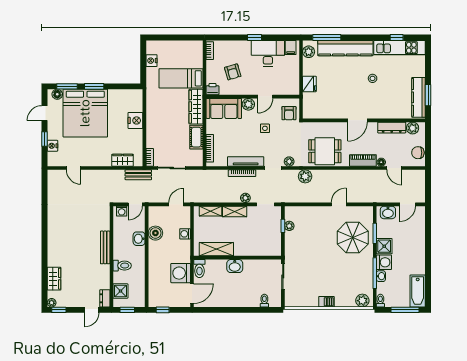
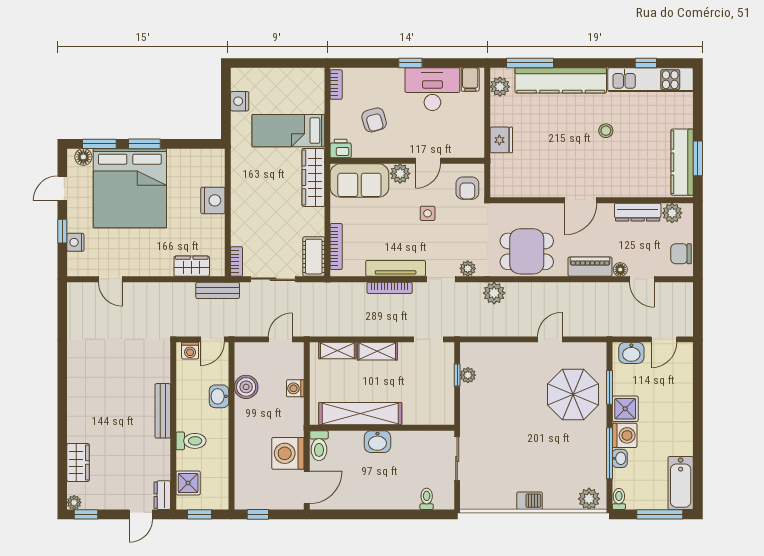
cot: (196, 137) -> (314, 257), moved
plant: (245, 198) -> (395, 329), removed
shelving: (216, 249) -> (360, 414), width x1.47

